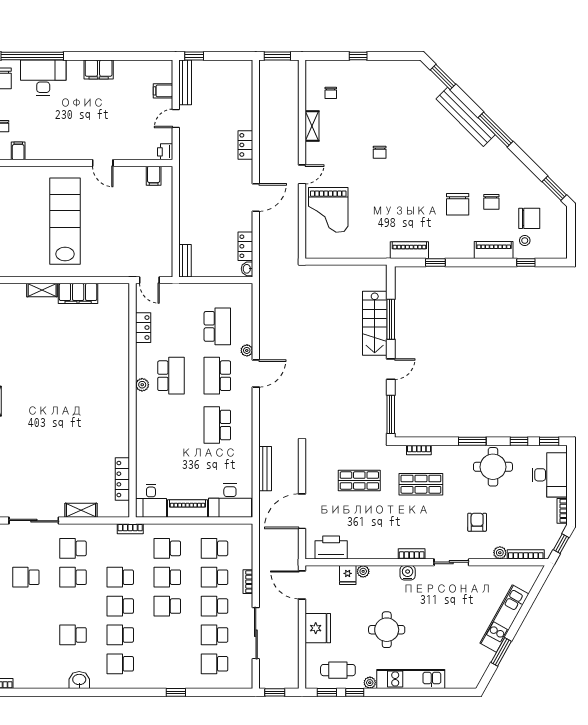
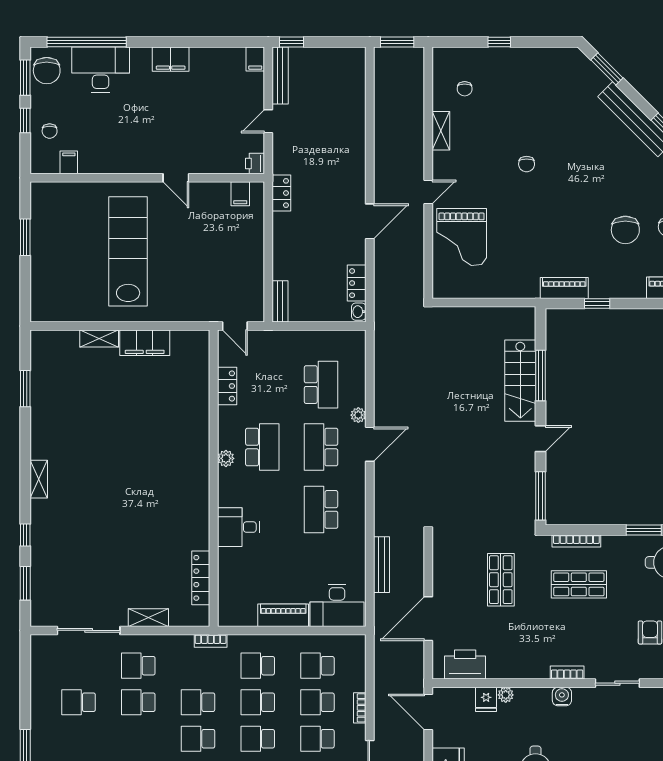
filing cabinet: (163, 91) -> (255, 59), moved, turned -90
locker: (245, 145) -> (281, 193), moved, turned 180
bookcase: (419, 450) -> (576, 541), width x1.56
shop shelf: (359, 480) -> (501, 580), turned 90
desk: (151, 501) -> (238, 527), moved, turned 90

